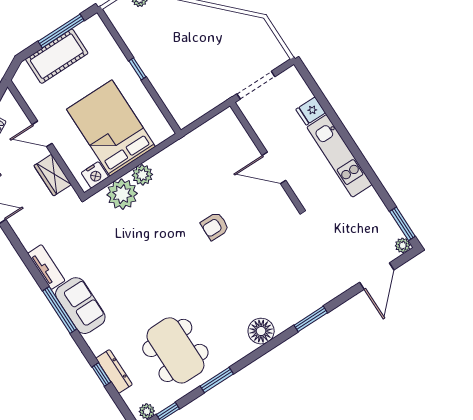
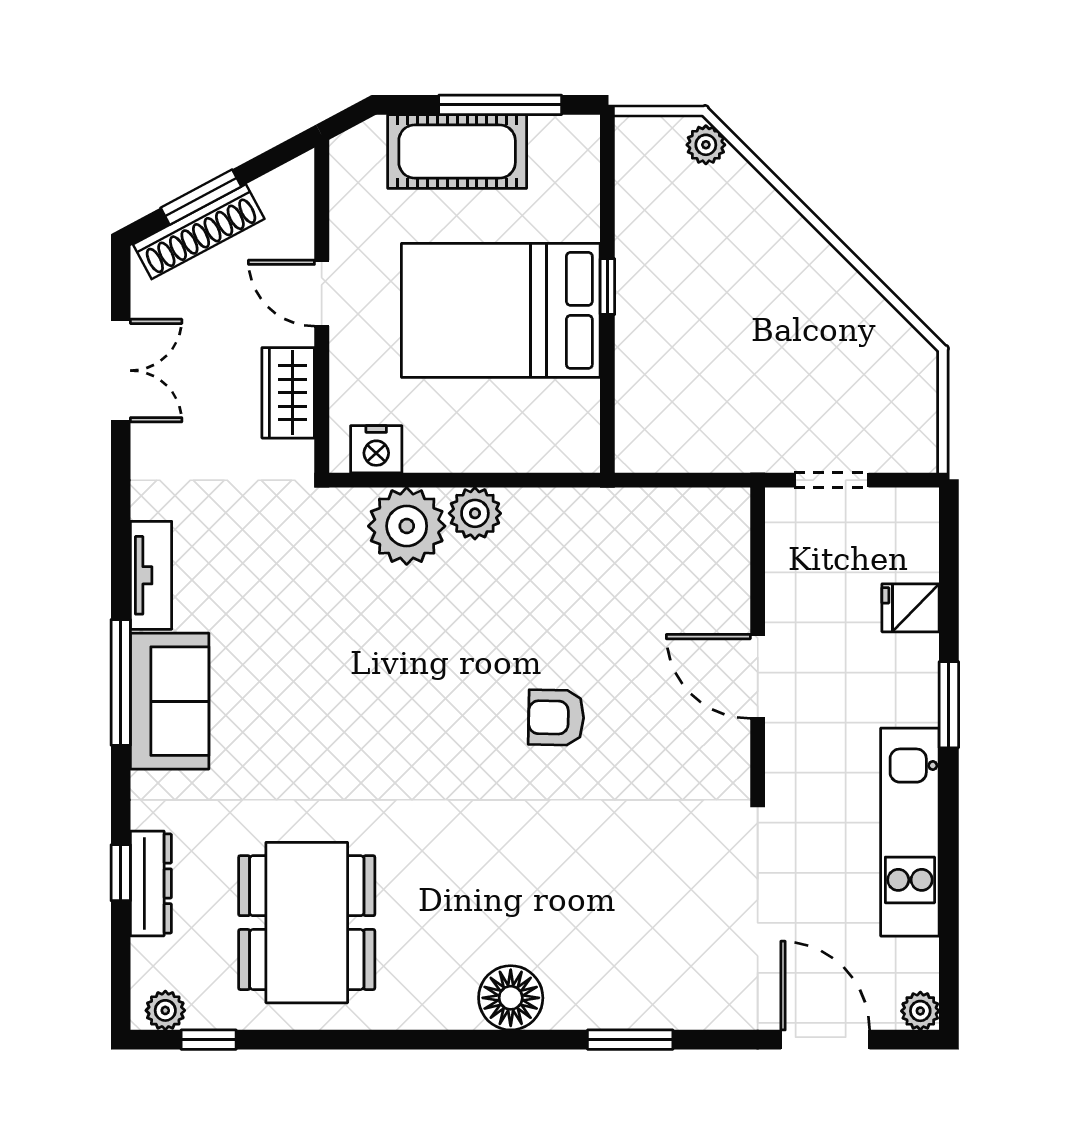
doorway: (256, 85) -> (831, 480), width x0.73
bed: (111, 128) -> (501, 310), moved, turned -90
kitchen unit: (339, 156) -> (910, 832), moved
window: (402, 224) -> (949, 705), moved
door: (377, 276) -> (825, 1040), swing flipped
window: (217, 380) -> (353, 1040), removed

